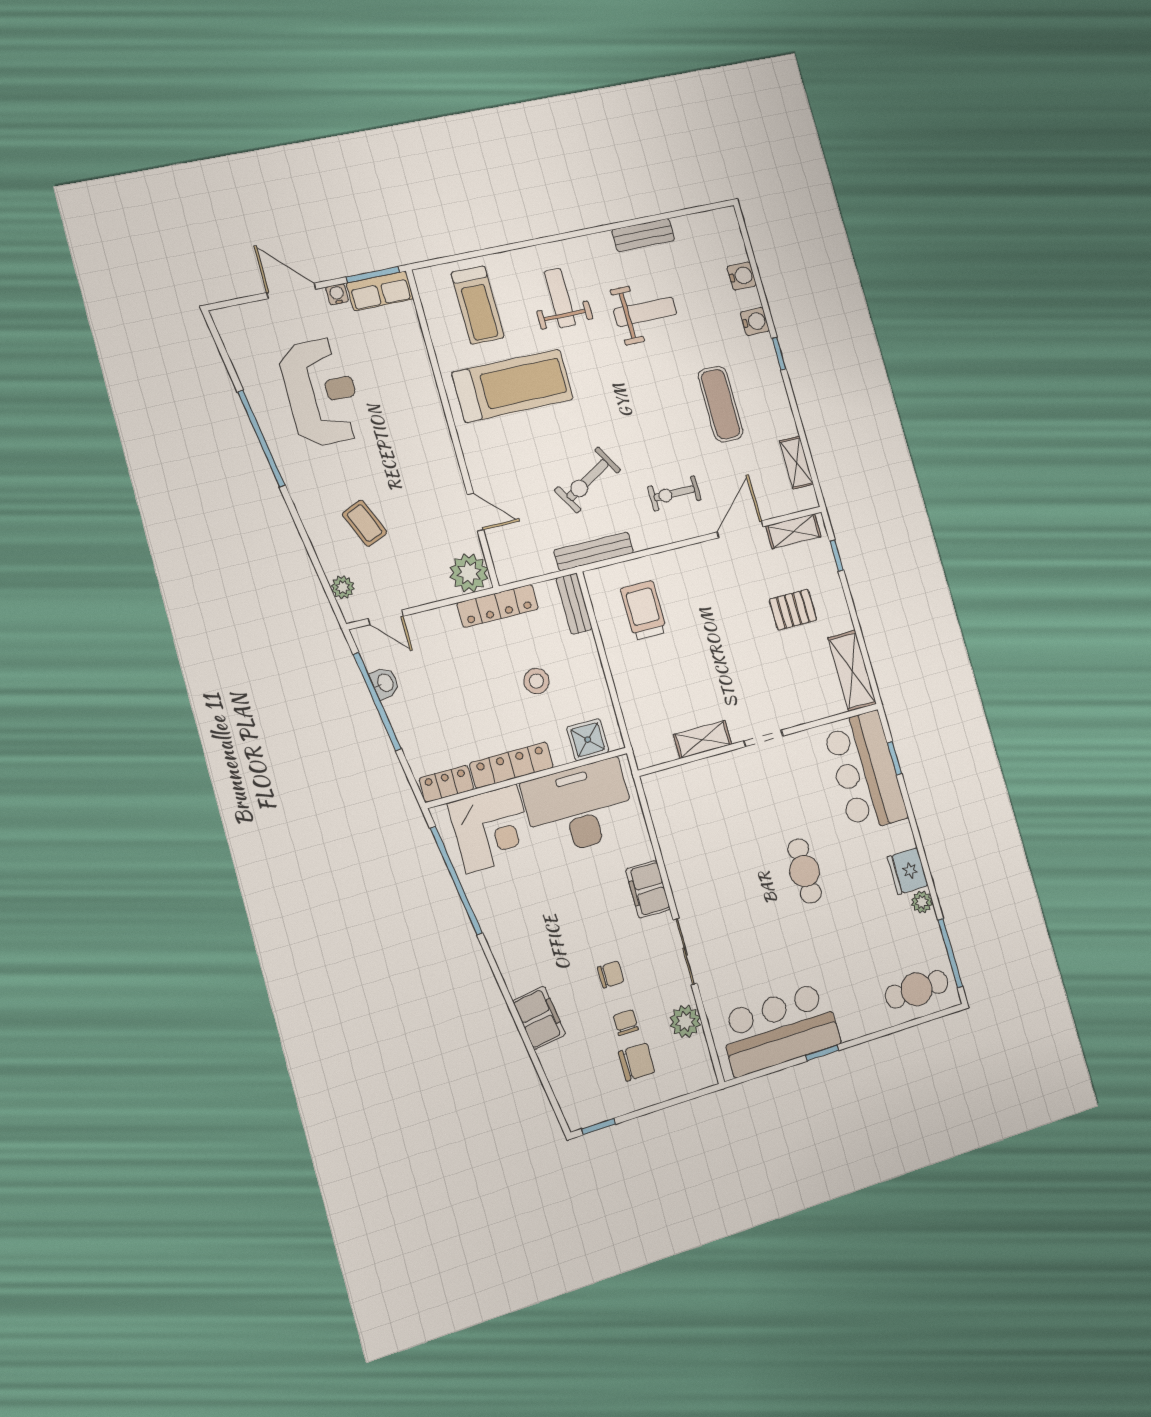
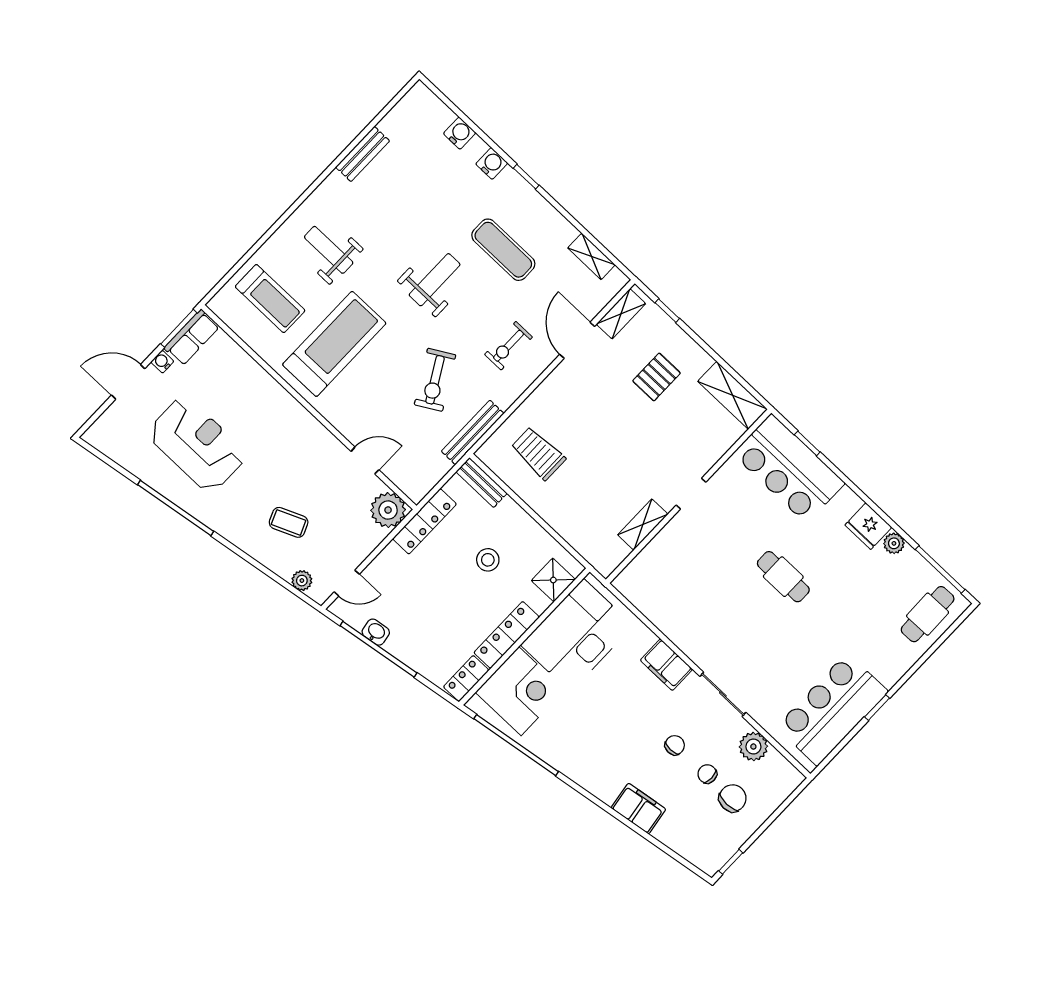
weight bench: (645, 312) -> (435, 280), moved

